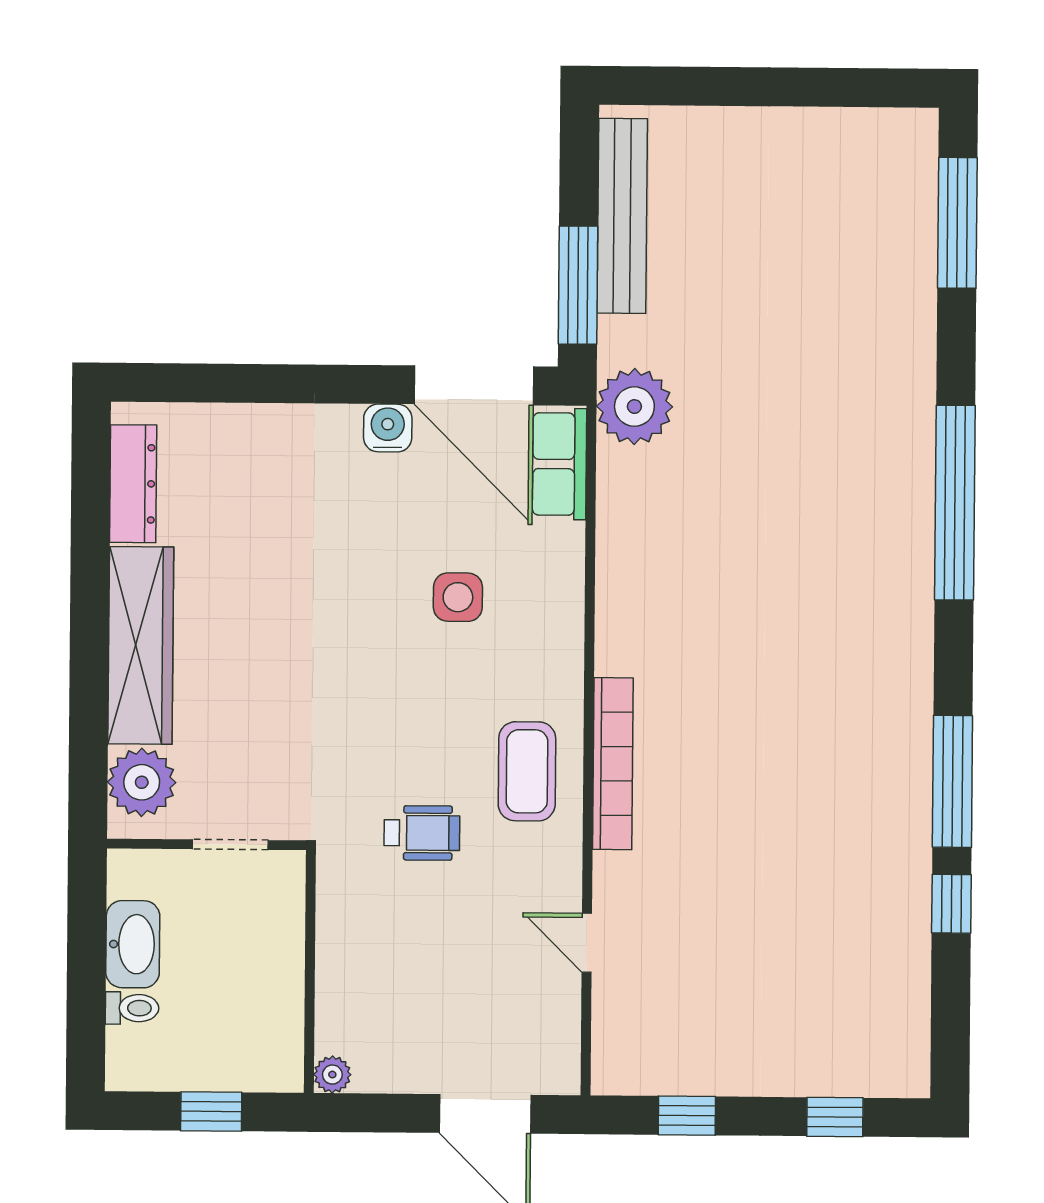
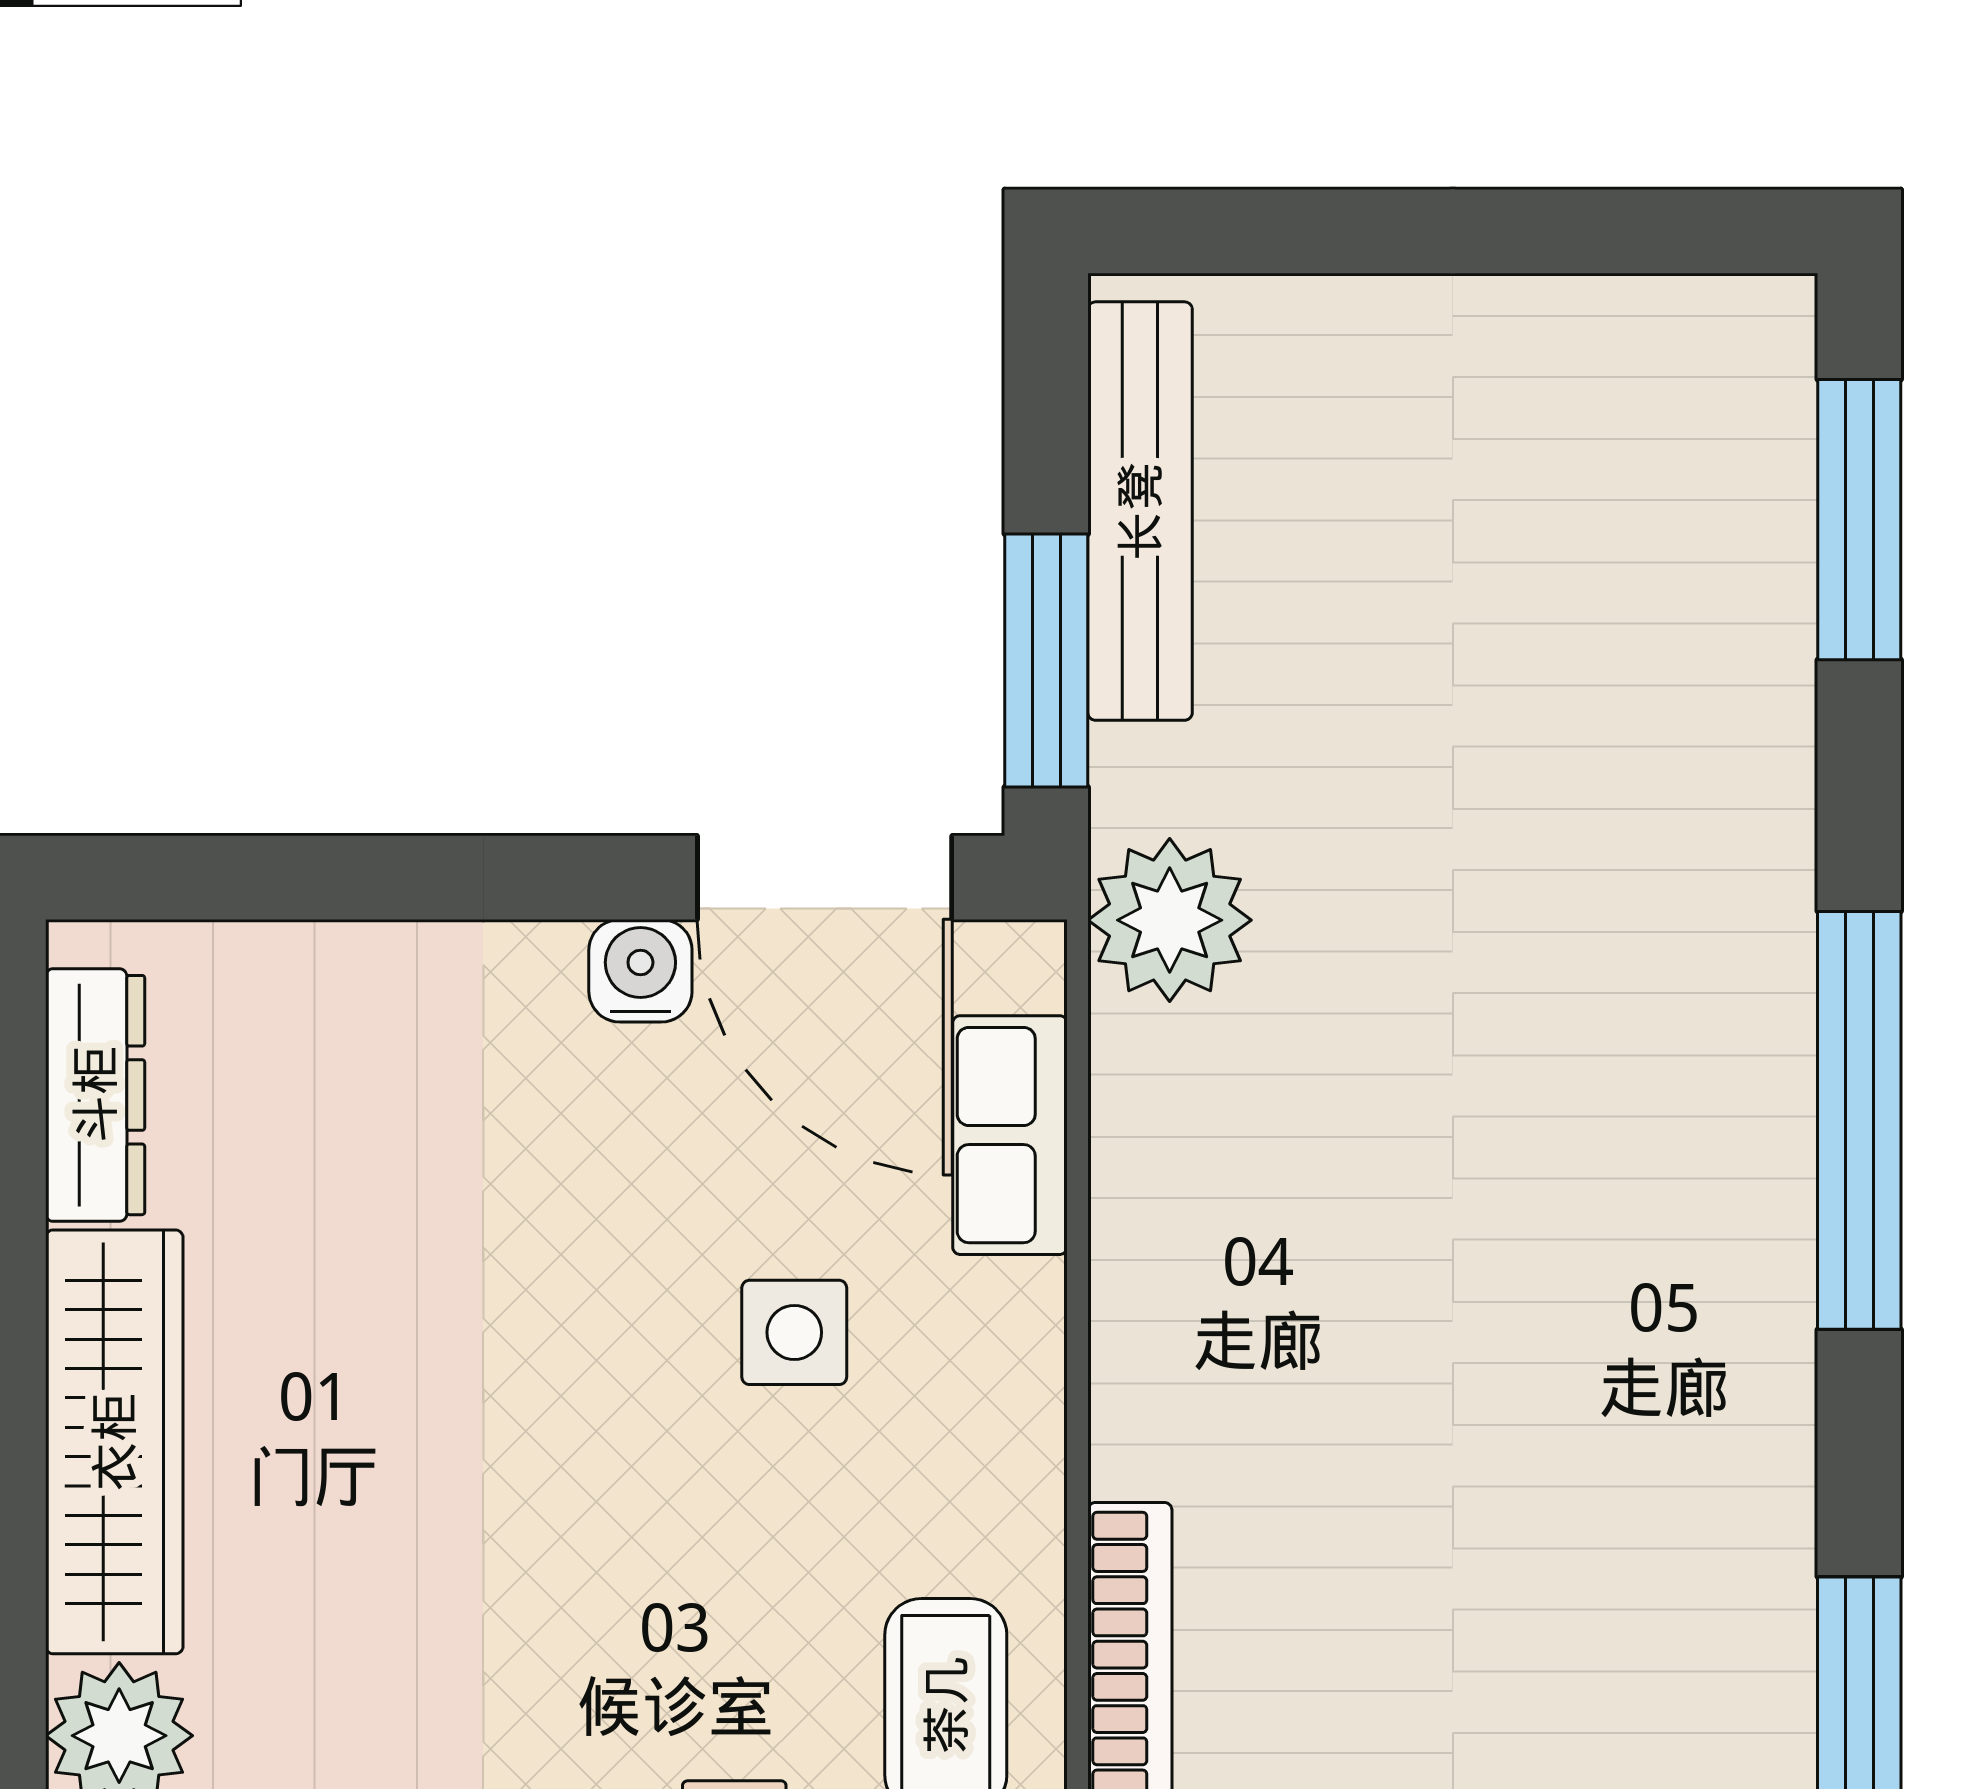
row of seats: (560, 464) -> (1010, 1135), moved

